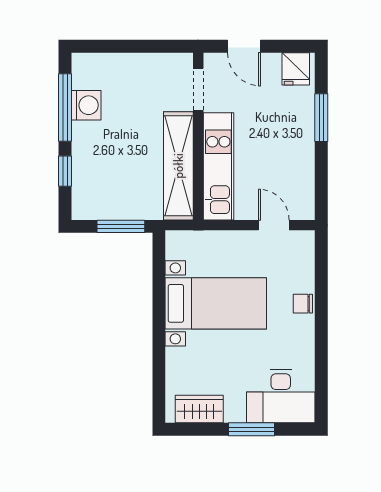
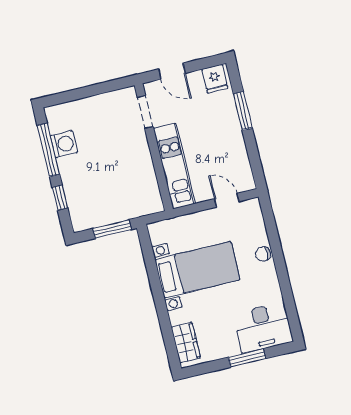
shelving: (178, 166) -> (144, 173), removed
wardrobe: (199, 409) -> (186, 343), moved, turned 90

